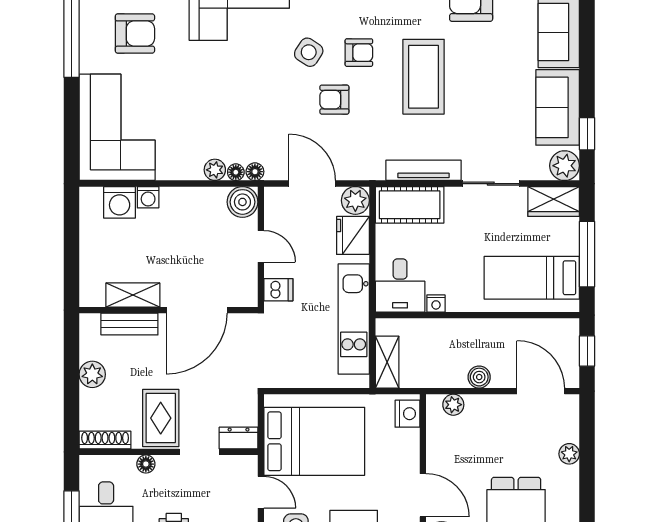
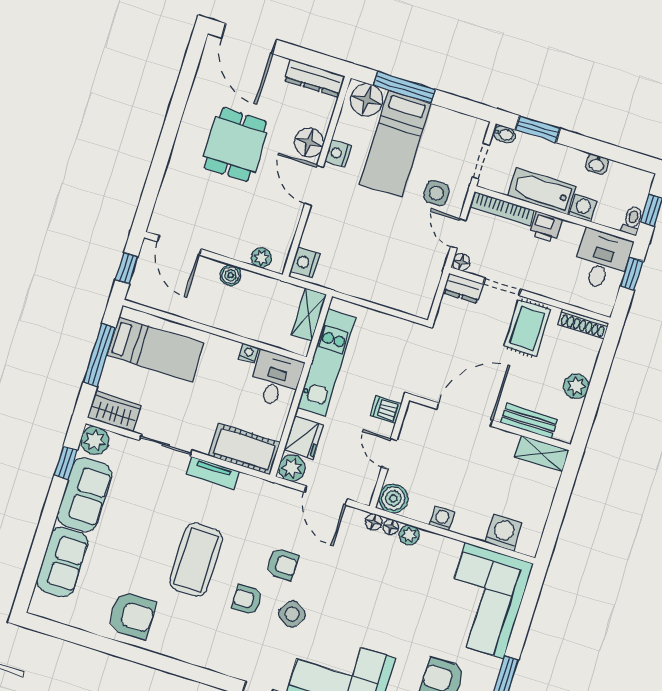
tv unit: (423, 170) -> (213, 473), width x0.71
washing machine: (148, 197) -> (442, 518), moved
shelving: (133, 295) -> (542, 453), moved
bed: (314, 441) -> (396, 264), removed
plant: (569, 454) -> (171, 181), removed
floor lamp: (146, 464) -> (461, 262), moved

